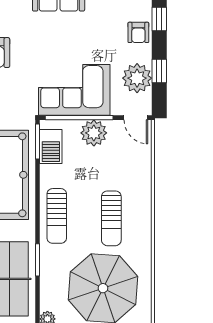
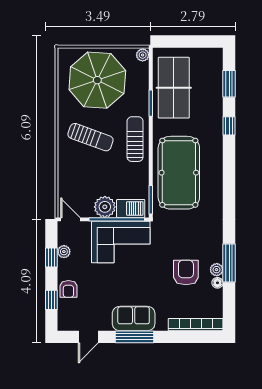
armchair: (138, 32) -> (68, 289), turned 180
plant: (137, 78) -> (64, 252), width x0.53, depth x0.53
barbecue: (51, 146) -> (131, 208), moved, turned 90
sun lounger: (111, 218) -> (90, 137), turned 110

